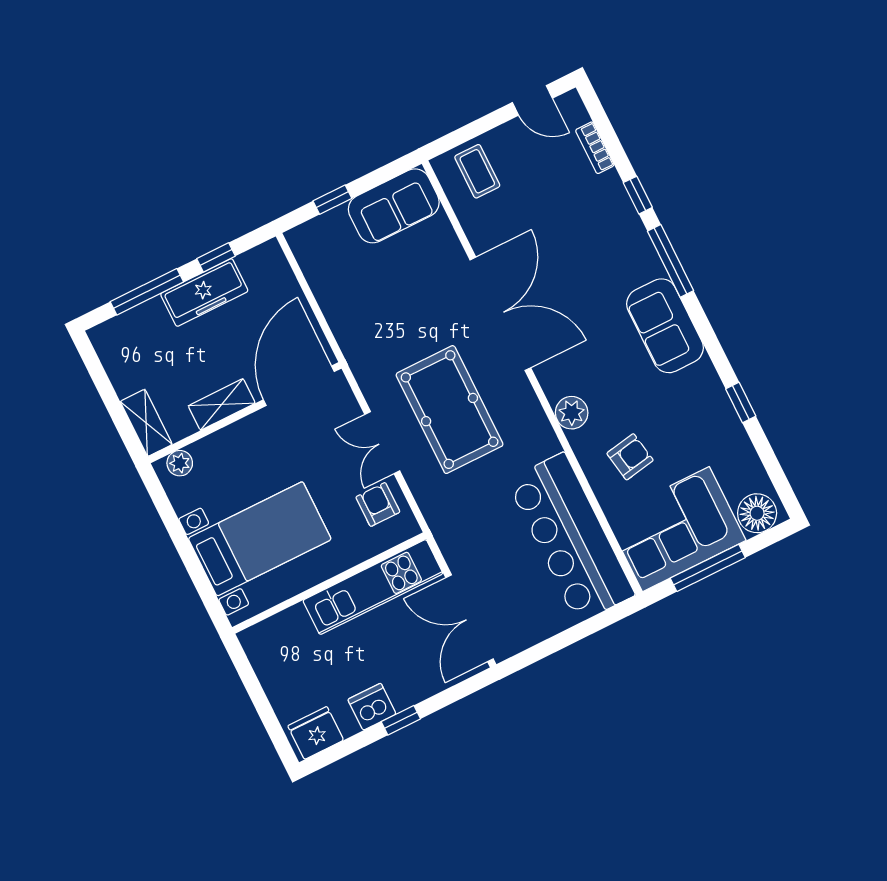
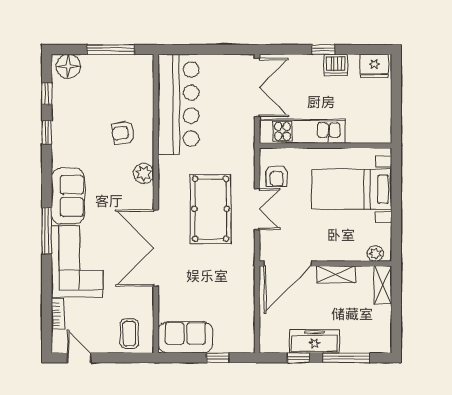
window: (638, 195) -> (47, 94), moved
corner sofa: (676, 529) -> (77, 261), moved, turned -90

